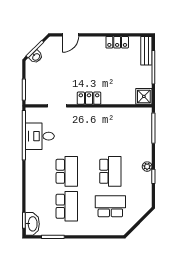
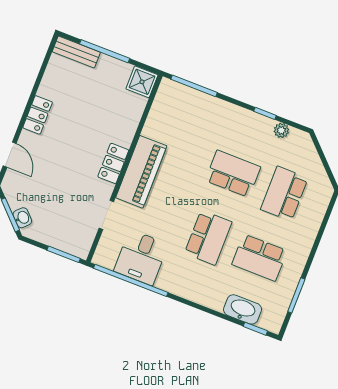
locker: (117, 42) -> (38, 115), moved
piano: (90, 117) -> (141, 172), added
plant: (147, 167) -> (281, 130), moved
school desk: (67, 171) -> (208, 238), turned 90
school desk: (67, 206) -> (259, 258), turned 180
washbasin: (32, 224) -> (243, 309), moved

